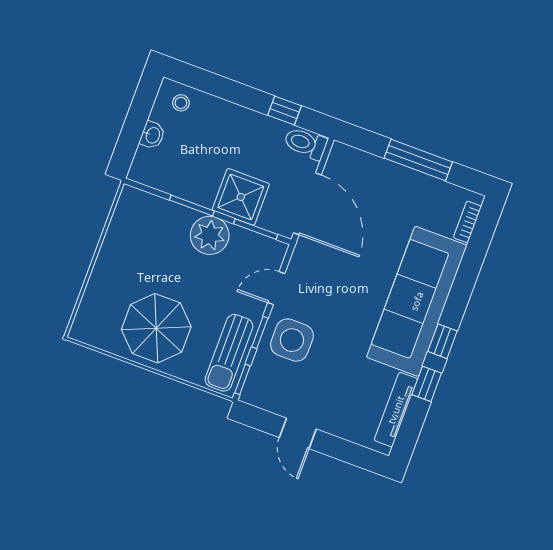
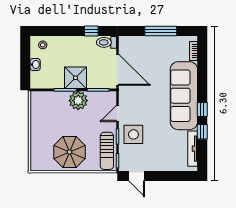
shower: (241, 197) -> (76, 78), moved
door: (298, 433) -> (137, 176), moved

